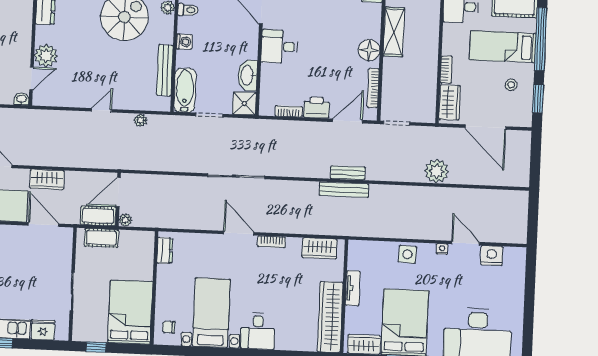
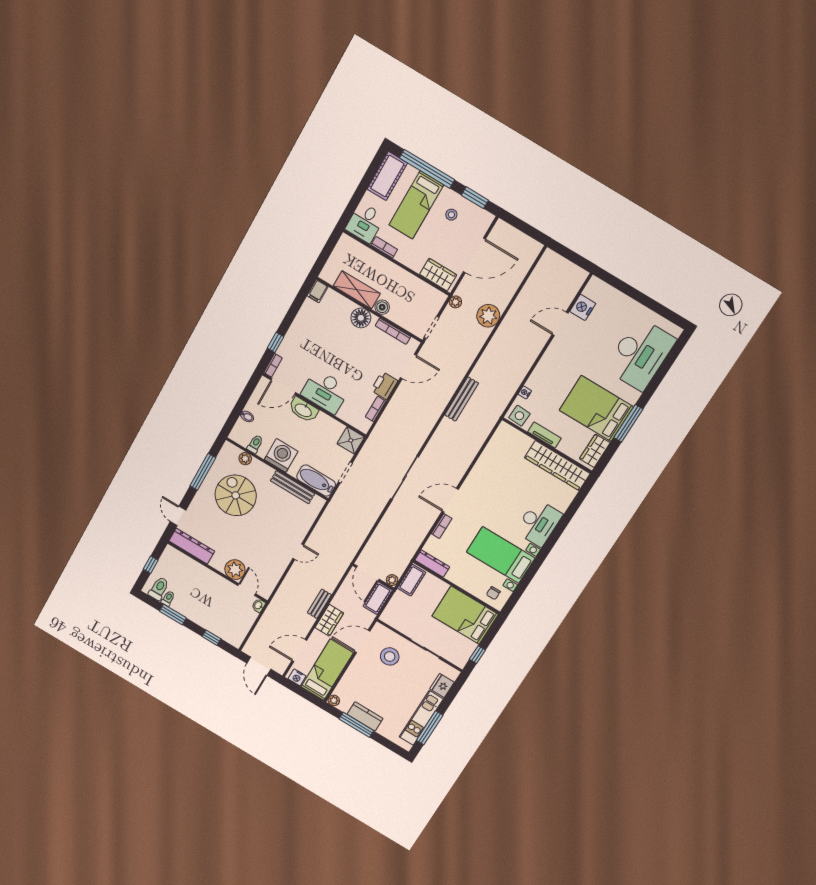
washing machine: (184, 42) -> (281, 455), width x1.89, depth x1.89
desk: (279, 47) -> (325, 391), width x1.37
boiler: (390, 65) -> (382, 307), added
bookcase: (446, 70) -> (384, 247), moved
washbasin: (247, 75) -> (303, 410), moved
door: (101, 110) -> (298, 552), swing flipped
plant: (140, 120) -> (455, 302), moved
door: (347, 121) -> (408, 366), swing flipped
bench: (348, 173) -> (319, 604), moved
cot: (101, 238) -> (412, 580), moved
bookcase: (272, 242) -> (442, 526), moved
wardrobe: (320, 248) -> (498, 444), removed
nightstand: (442, 249) -> (525, 392), moved
dresser: (165, 251) -> (432, 564), width x1.44
side table: (407, 254) -> (519, 416), moved
stool: (44, 261) -> (390, 656), added
desk: (258, 331) -> (539, 523), width x1.37

